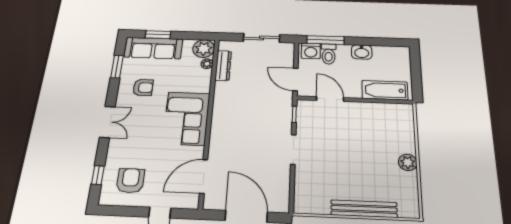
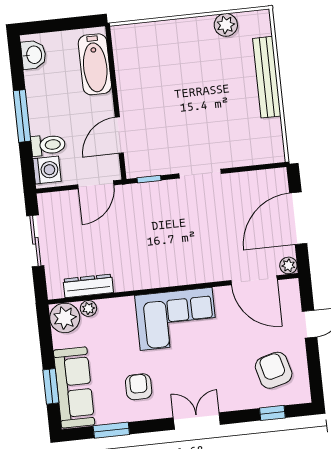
window: (325, 40) -> (22, 116), moved
washbasin: (362, 52) -> (33, 55), moved
plant: (408, 162) -> (226, 25), moved
armchair: (130, 181) -> (274, 370), turned 75
plant: (210, 203) -> (288, 265), added

